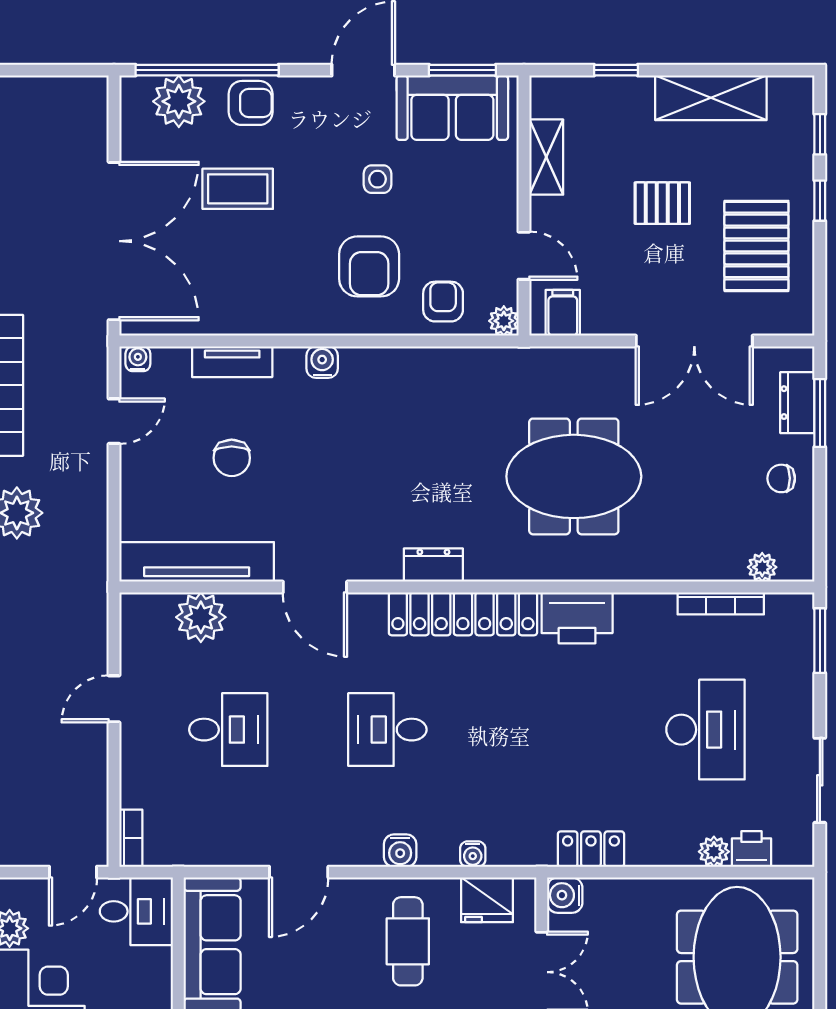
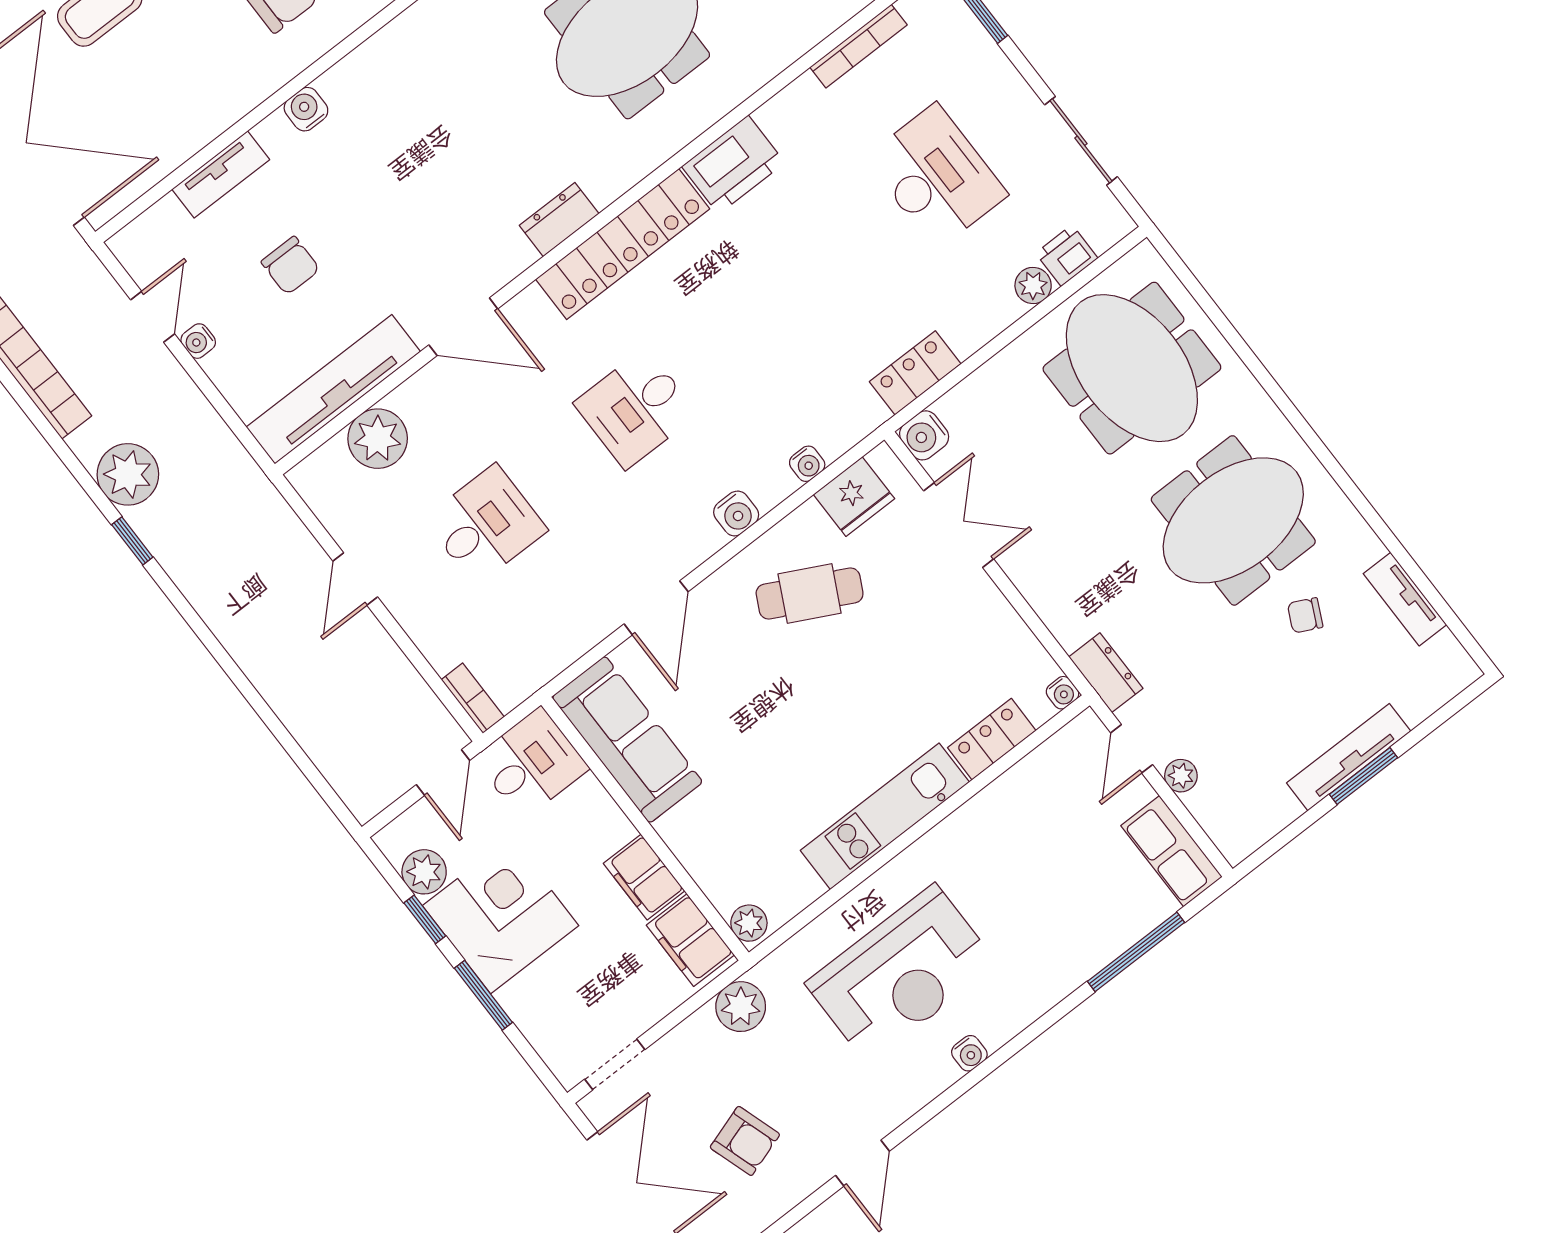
water cooler: (138, 359) -> (198, 341), moved, turned -90
cafe table: (408, 941) -> (810, 593), turned -63

